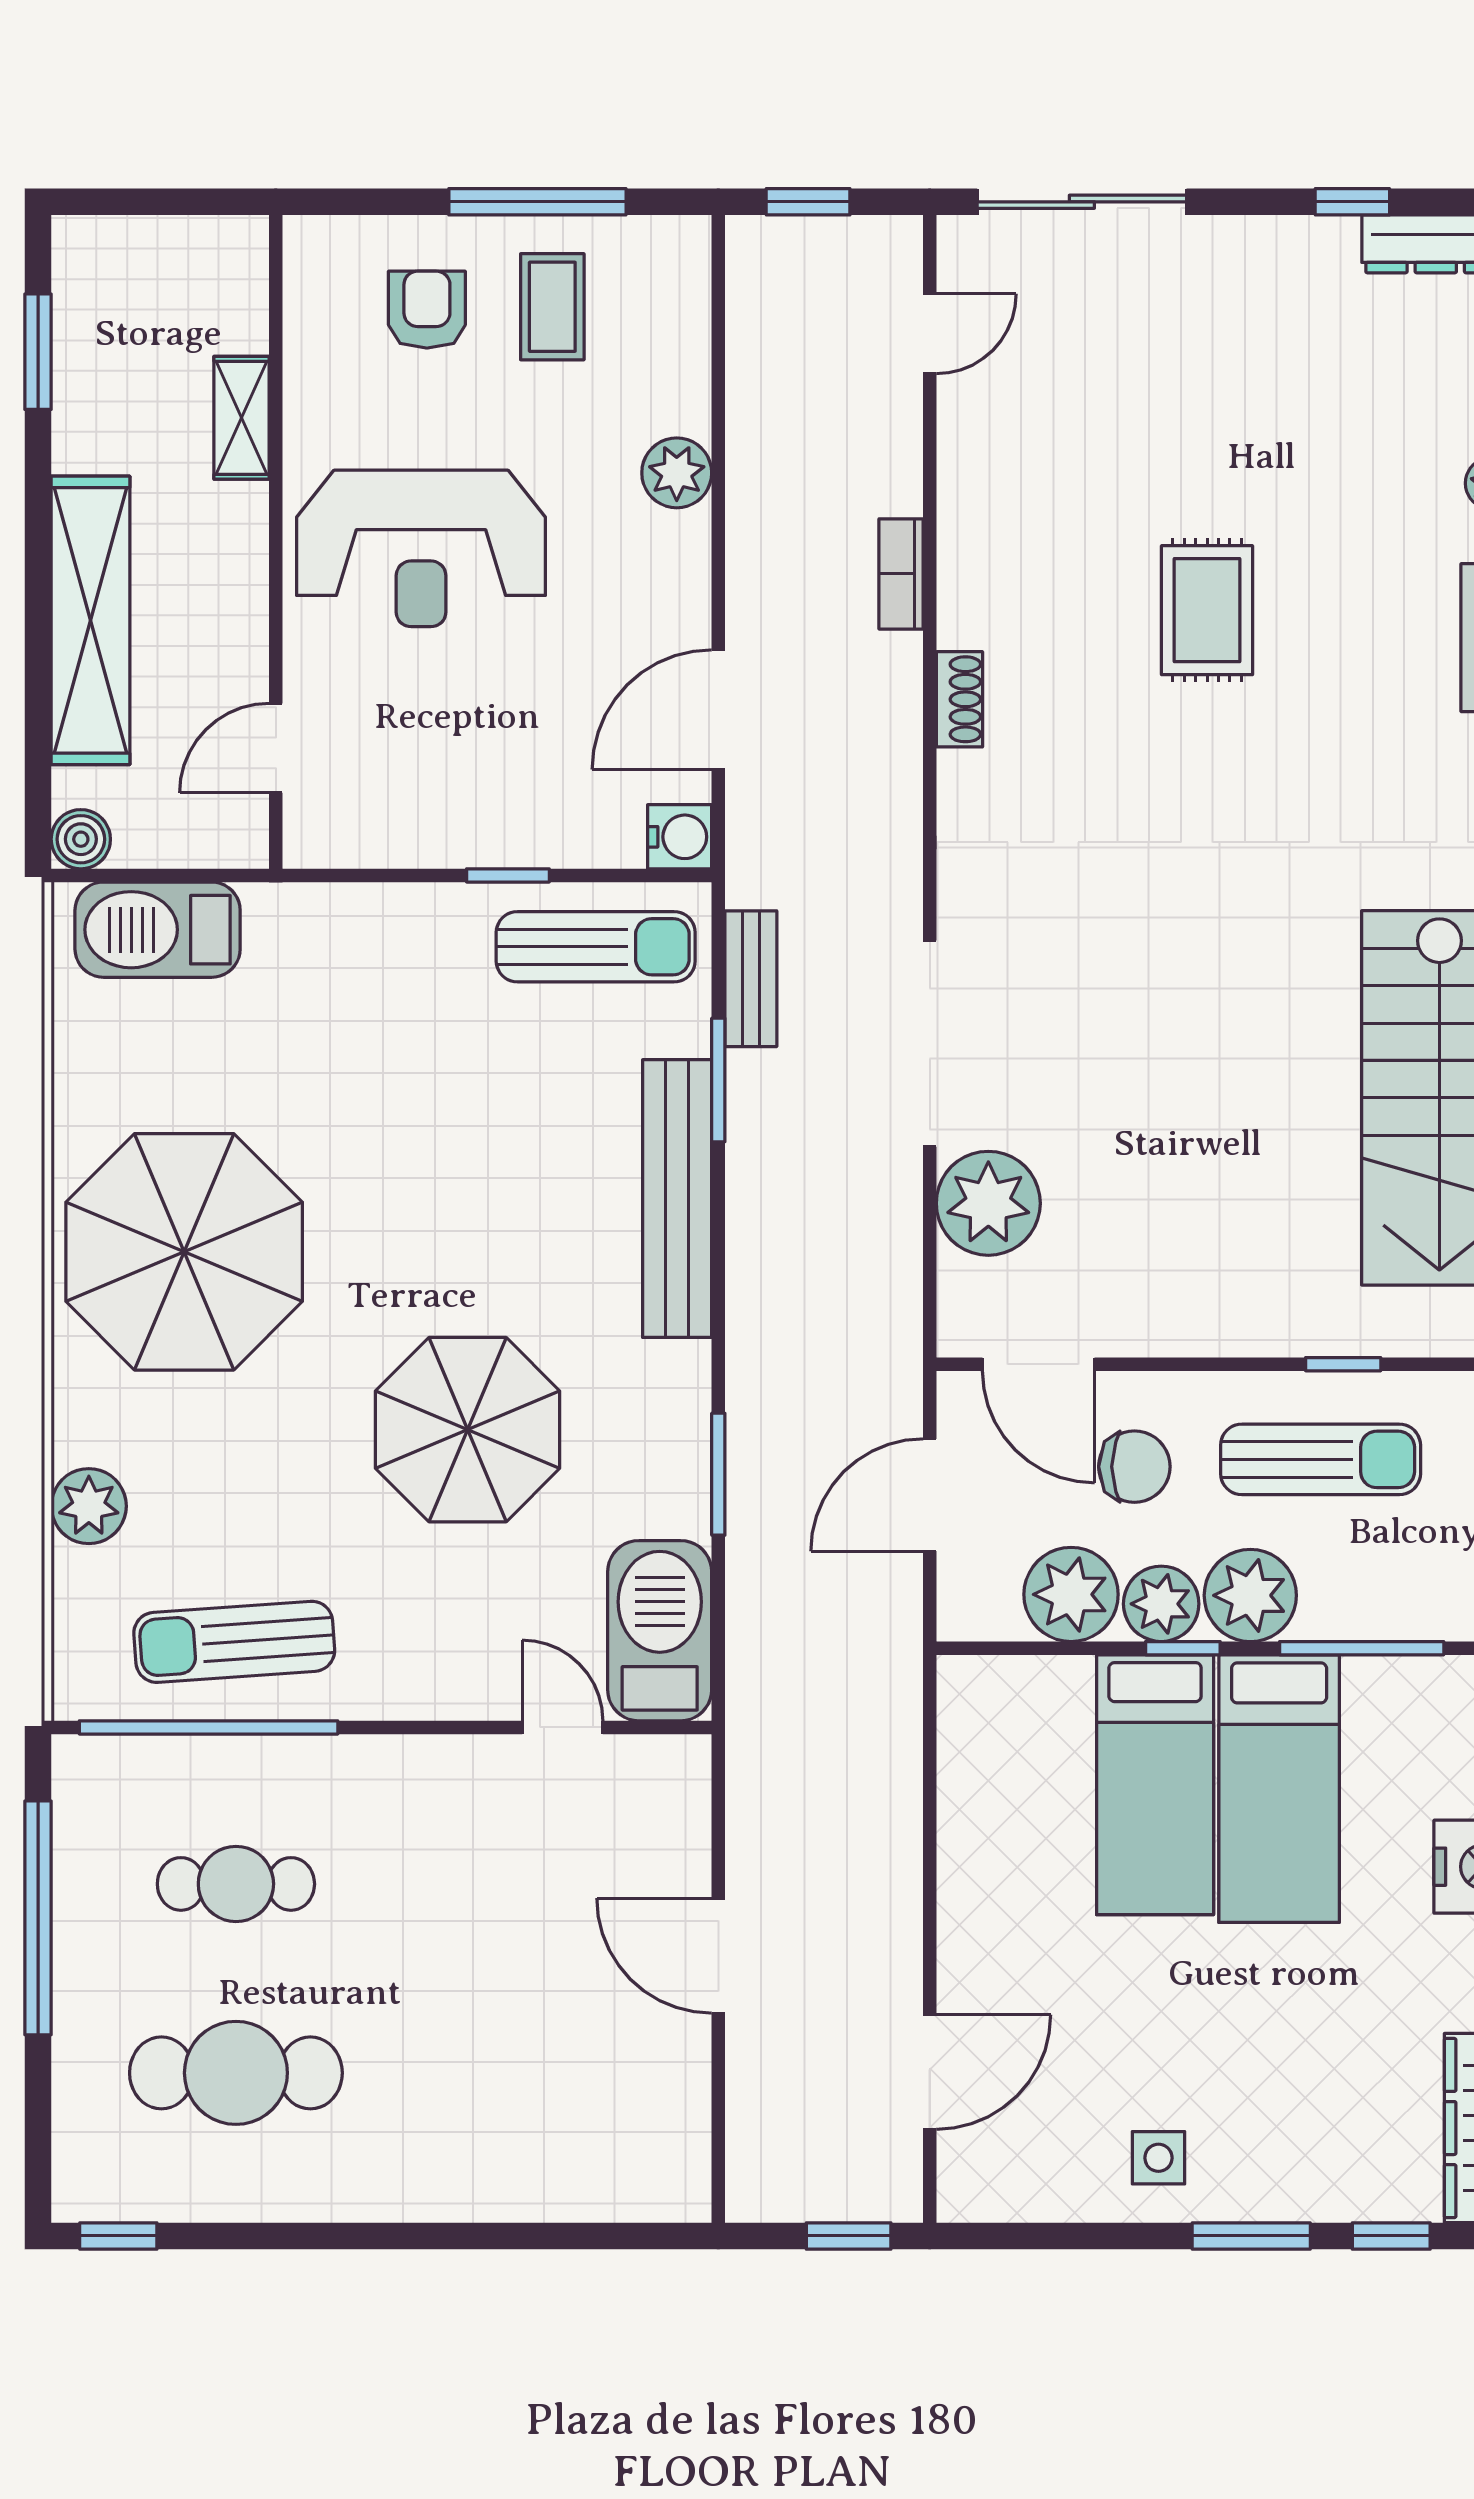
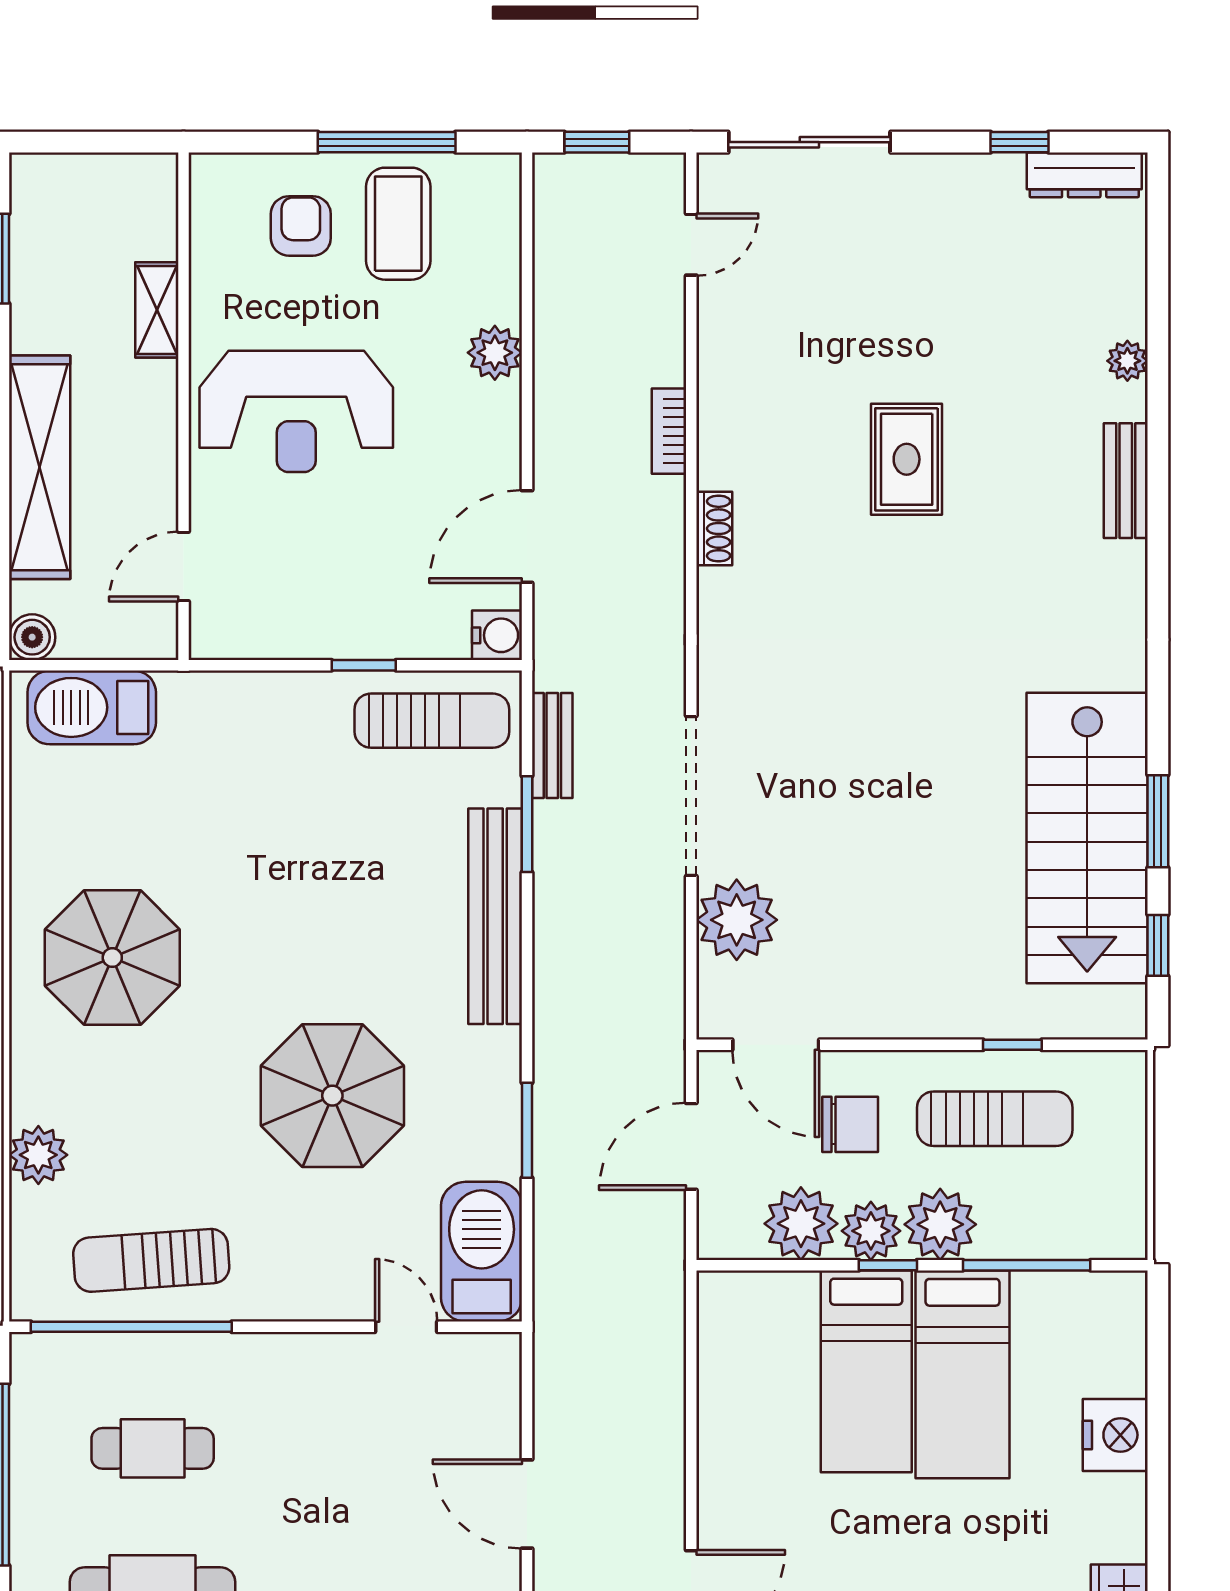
coffee table: (552, 307) -> (398, 224), width x1.36, depth x1.30
parasol: (184, 1252) -> (112, 958), width x0.73, depth x0.73

